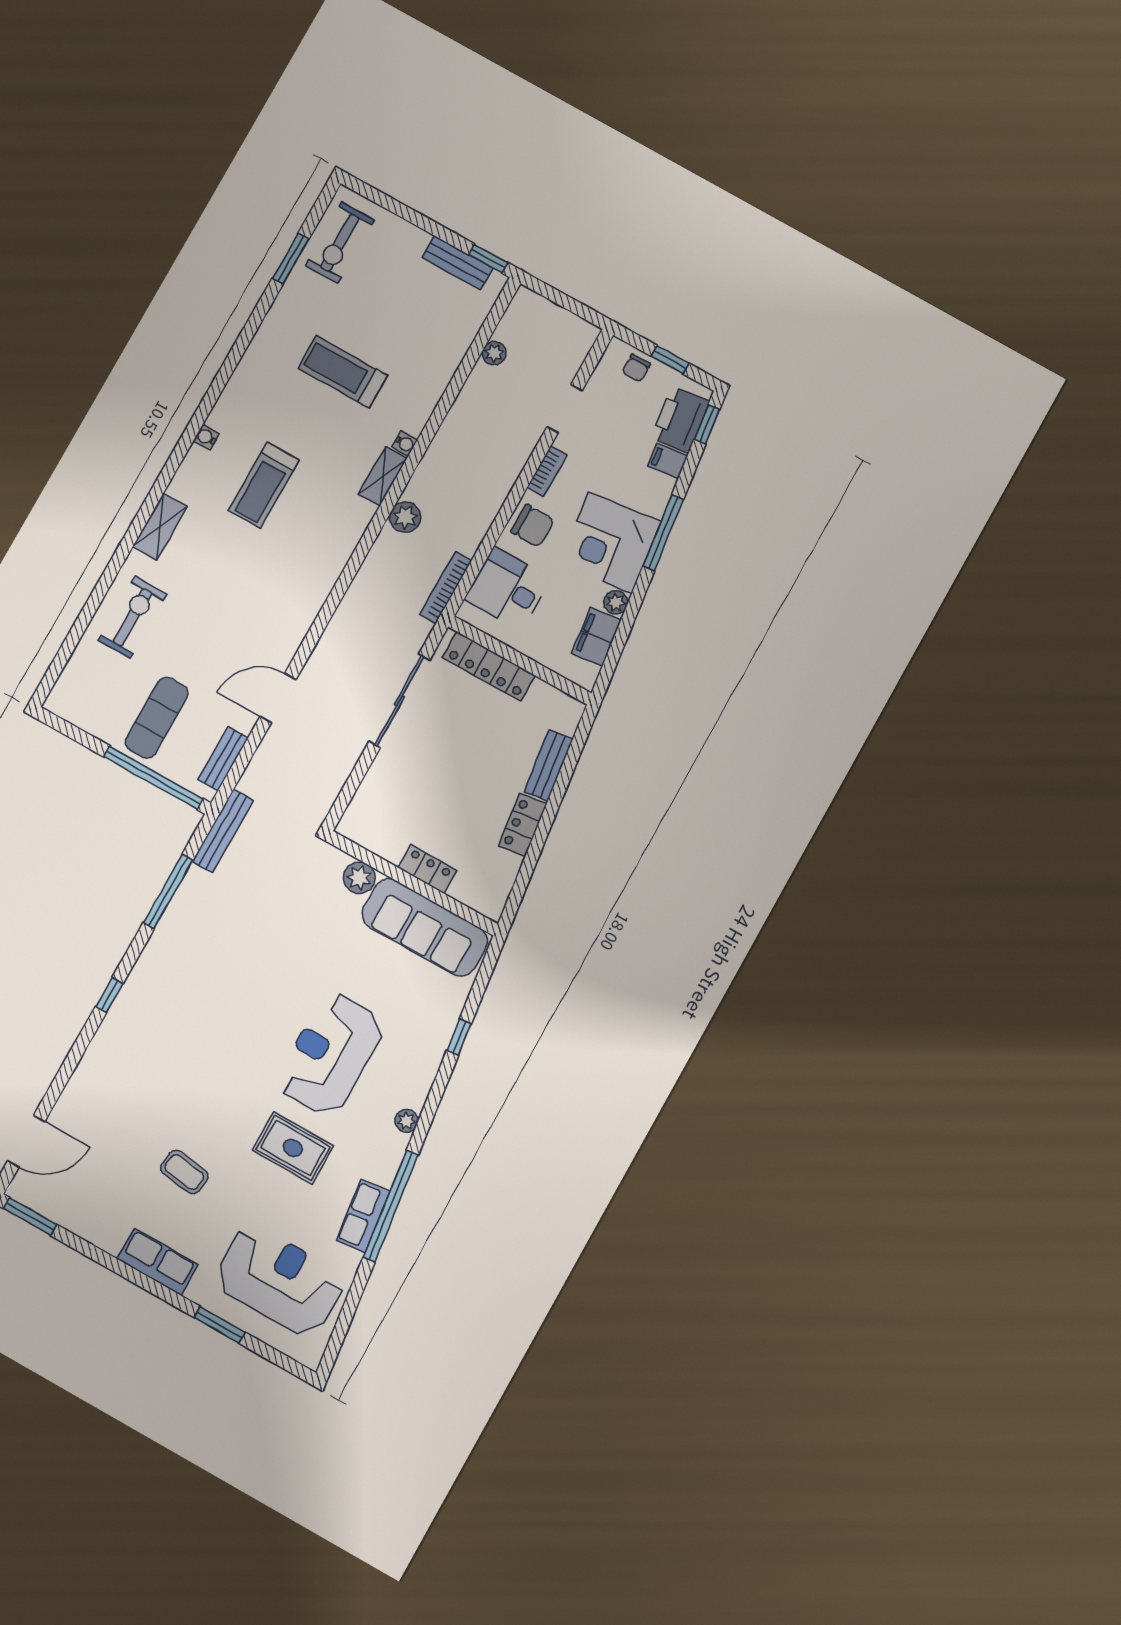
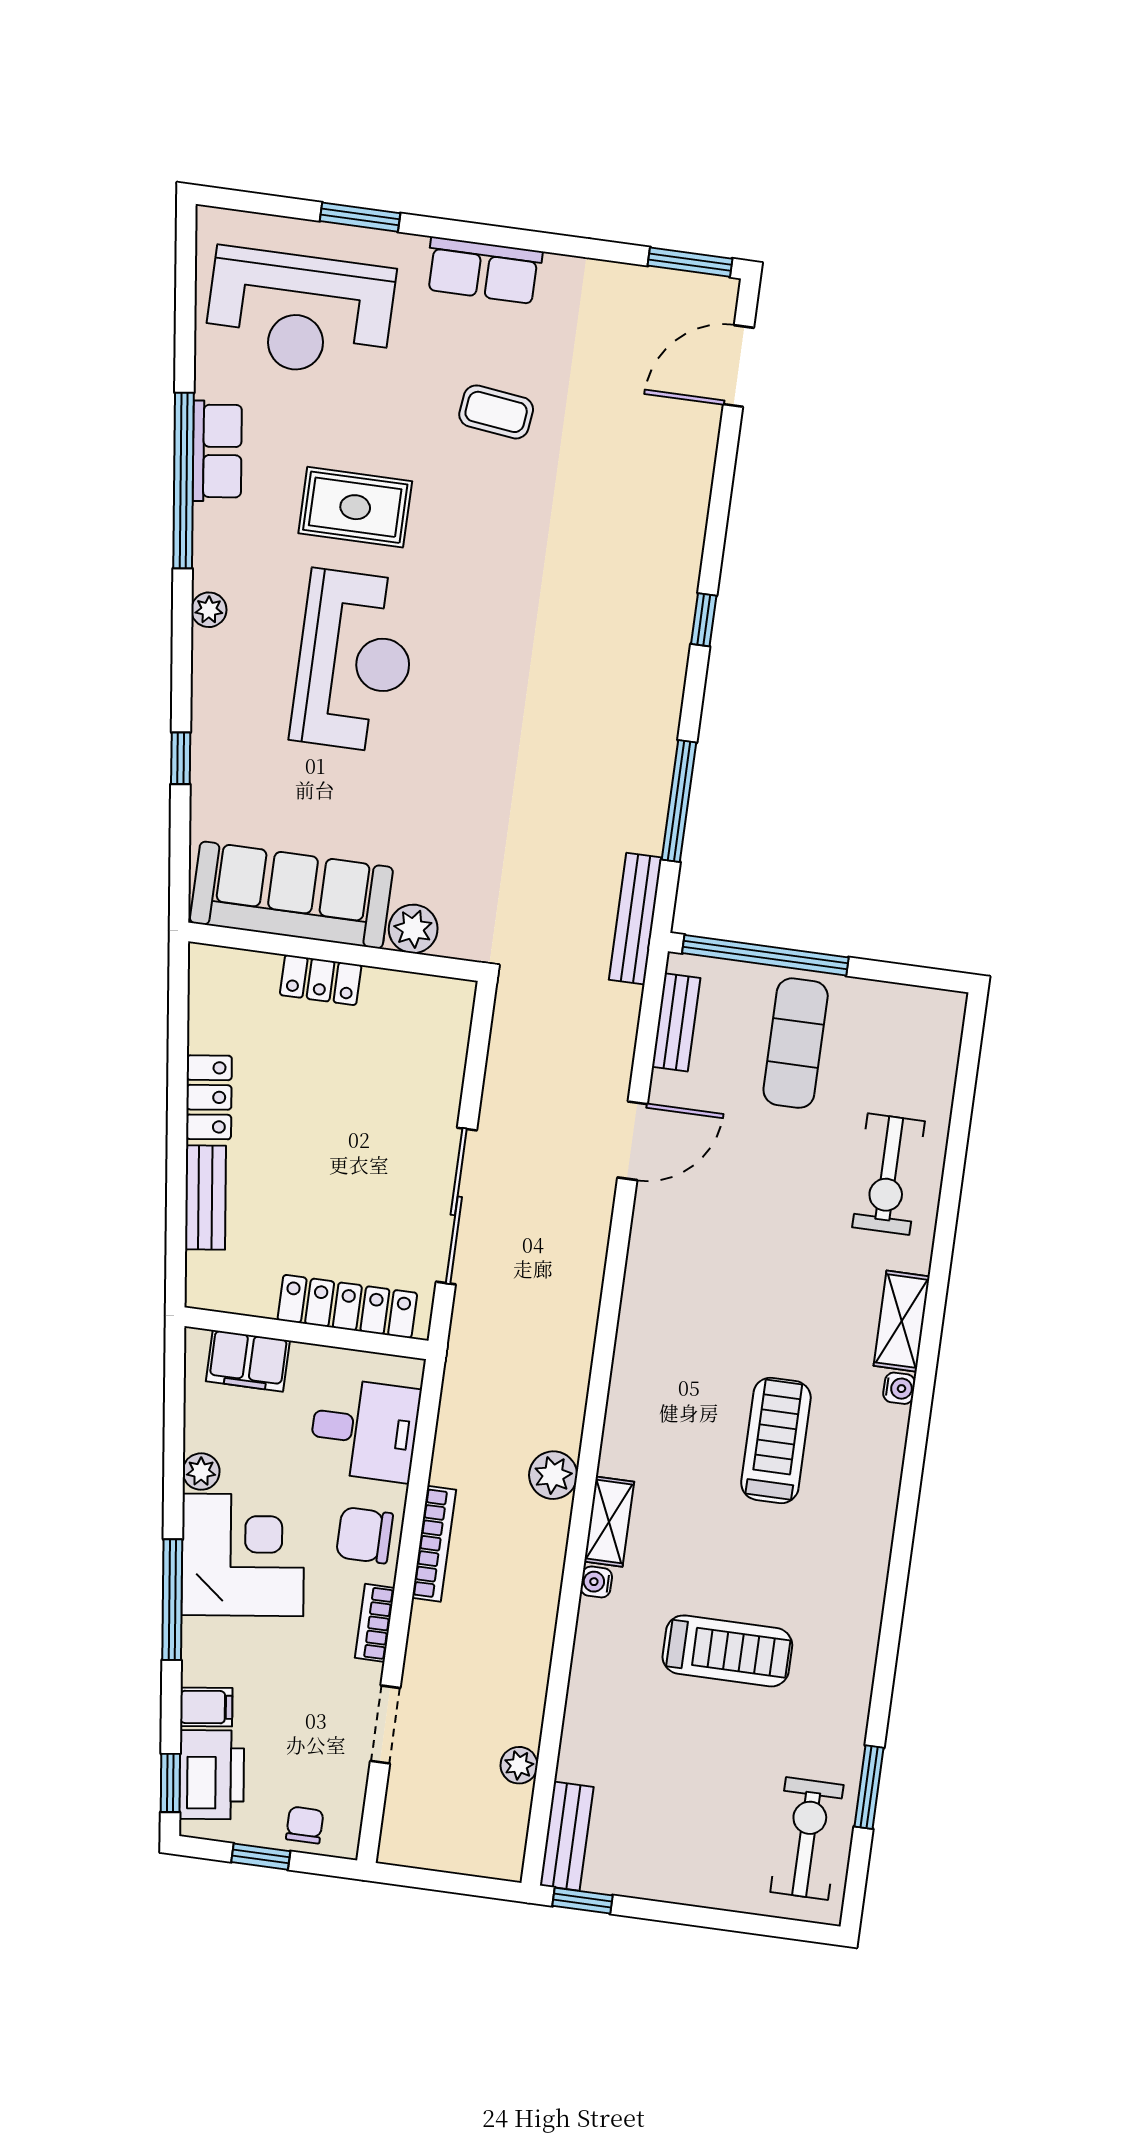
bench: (457, 263) -> (567, 1836), moved, turned 90
water cooler: (206, 437) -> (899, 1388), moved
bookcase: (446, 588) -> (434, 1544), moved
filing cabinet: (596, 637) -> (248, 1361), moved, turned 97

